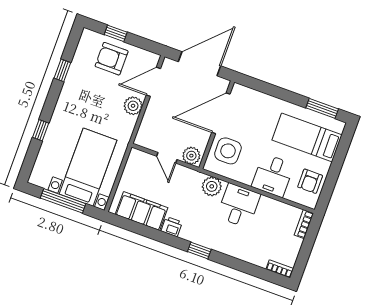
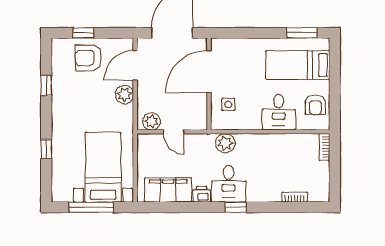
side table: (228, 151) -> (228, 104), width x0.54, depth x0.54
plant: (191, 156) -> (151, 121), moved
desk: (239, 206) -> (229, 184), moved, turned 180
bookcase: (280, 269) -> (295, 197), moved

